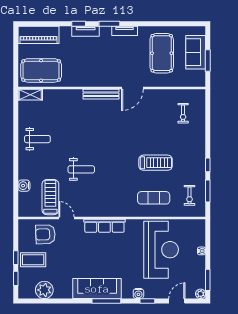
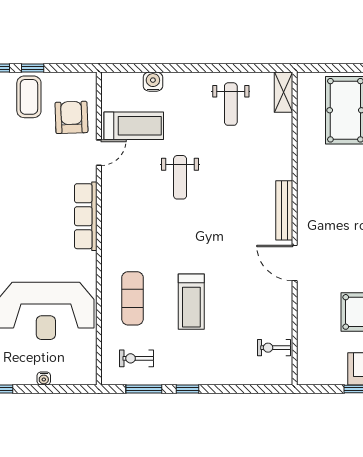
wall: (112, 88) -> (295, 228), moved
door: (132, 88) -> (295, 263), moved
bench: (101, 94) -> (284, 210), moved
shelving: (30, 95) -> (283, 92), moved

